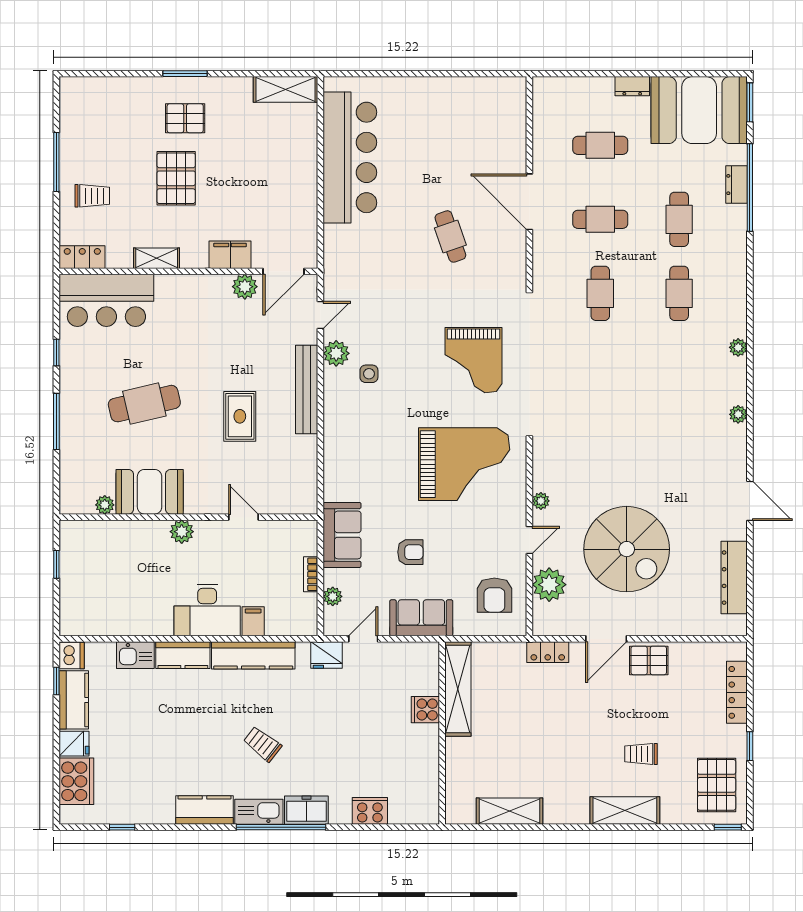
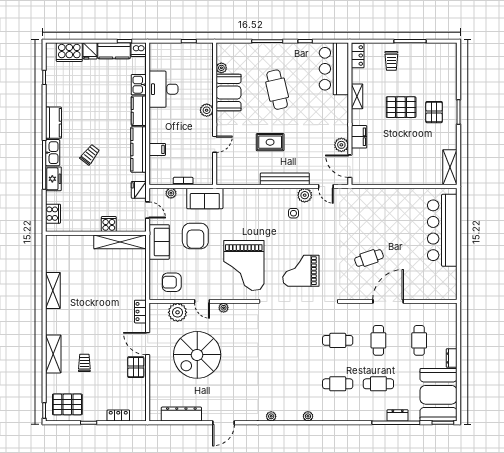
bar counter: (350, 157) -> (442, 230), moved, turned 90
armchair: (410, 552) -> (195, 236), width x1.88, depth x1.88
desk: (207, 610) -> (164, 89), moved
shelving: (458, 689) -> (120, 242), moved
locker: (737, 692) -> (118, 416), width x0.66
cooker: (425, 710) -> (109, 224), moved
wall: (442, 733) -> (96, 233), moved

